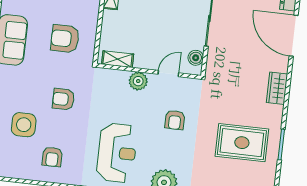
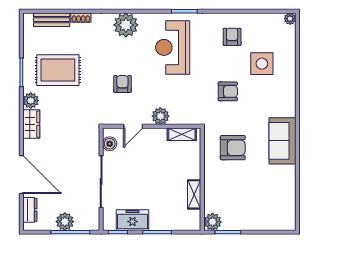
plant: (275, 113) -> (31, 101), added

